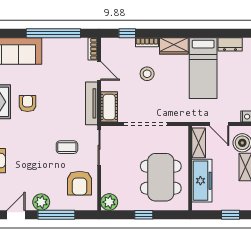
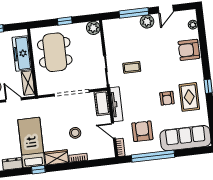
window: (127, 33) -> (38, 170), moved
armchair: (80, 183) -> (142, 131), moved

